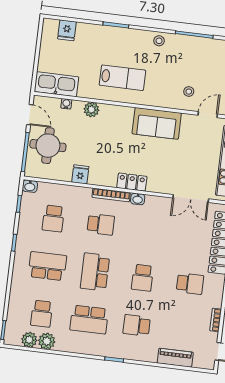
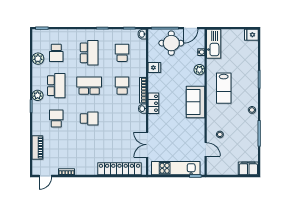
fridge: (67, 30) -> (251, 35), moved
sofa: (157, 123) -> (195, 102), moved
school desk: (53, 218) -> (122, 53), turned 90
school desk: (101, 224) -> (122, 86), turned 180
school desk: (142, 278) -> (89, 118), turned 180
school desk: (190, 284) -> (89, 151), removed
school desk: (42, 314) -> (56, 53), turned -90
school desk: (89, 320) -> (56, 86), turned 180
plant: (29, 340) -> (38, 95), moved

